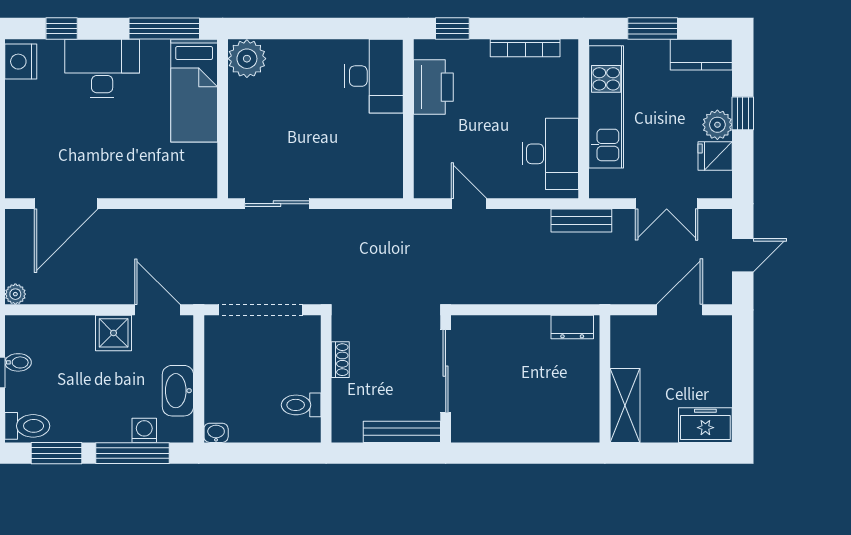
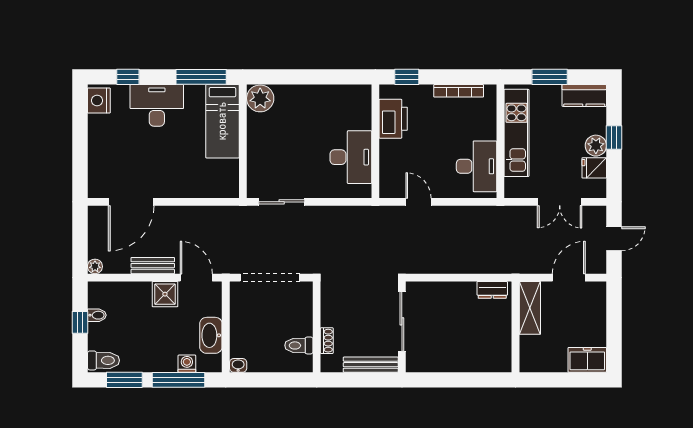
desk: (374, 76) -> (351, 157), moved
bench: (581, 221) -> (153, 266), moved
shoe rack: (340, 360) -> (327, 341), moved
shelving: (625, 405) -> (530, 308), moved

